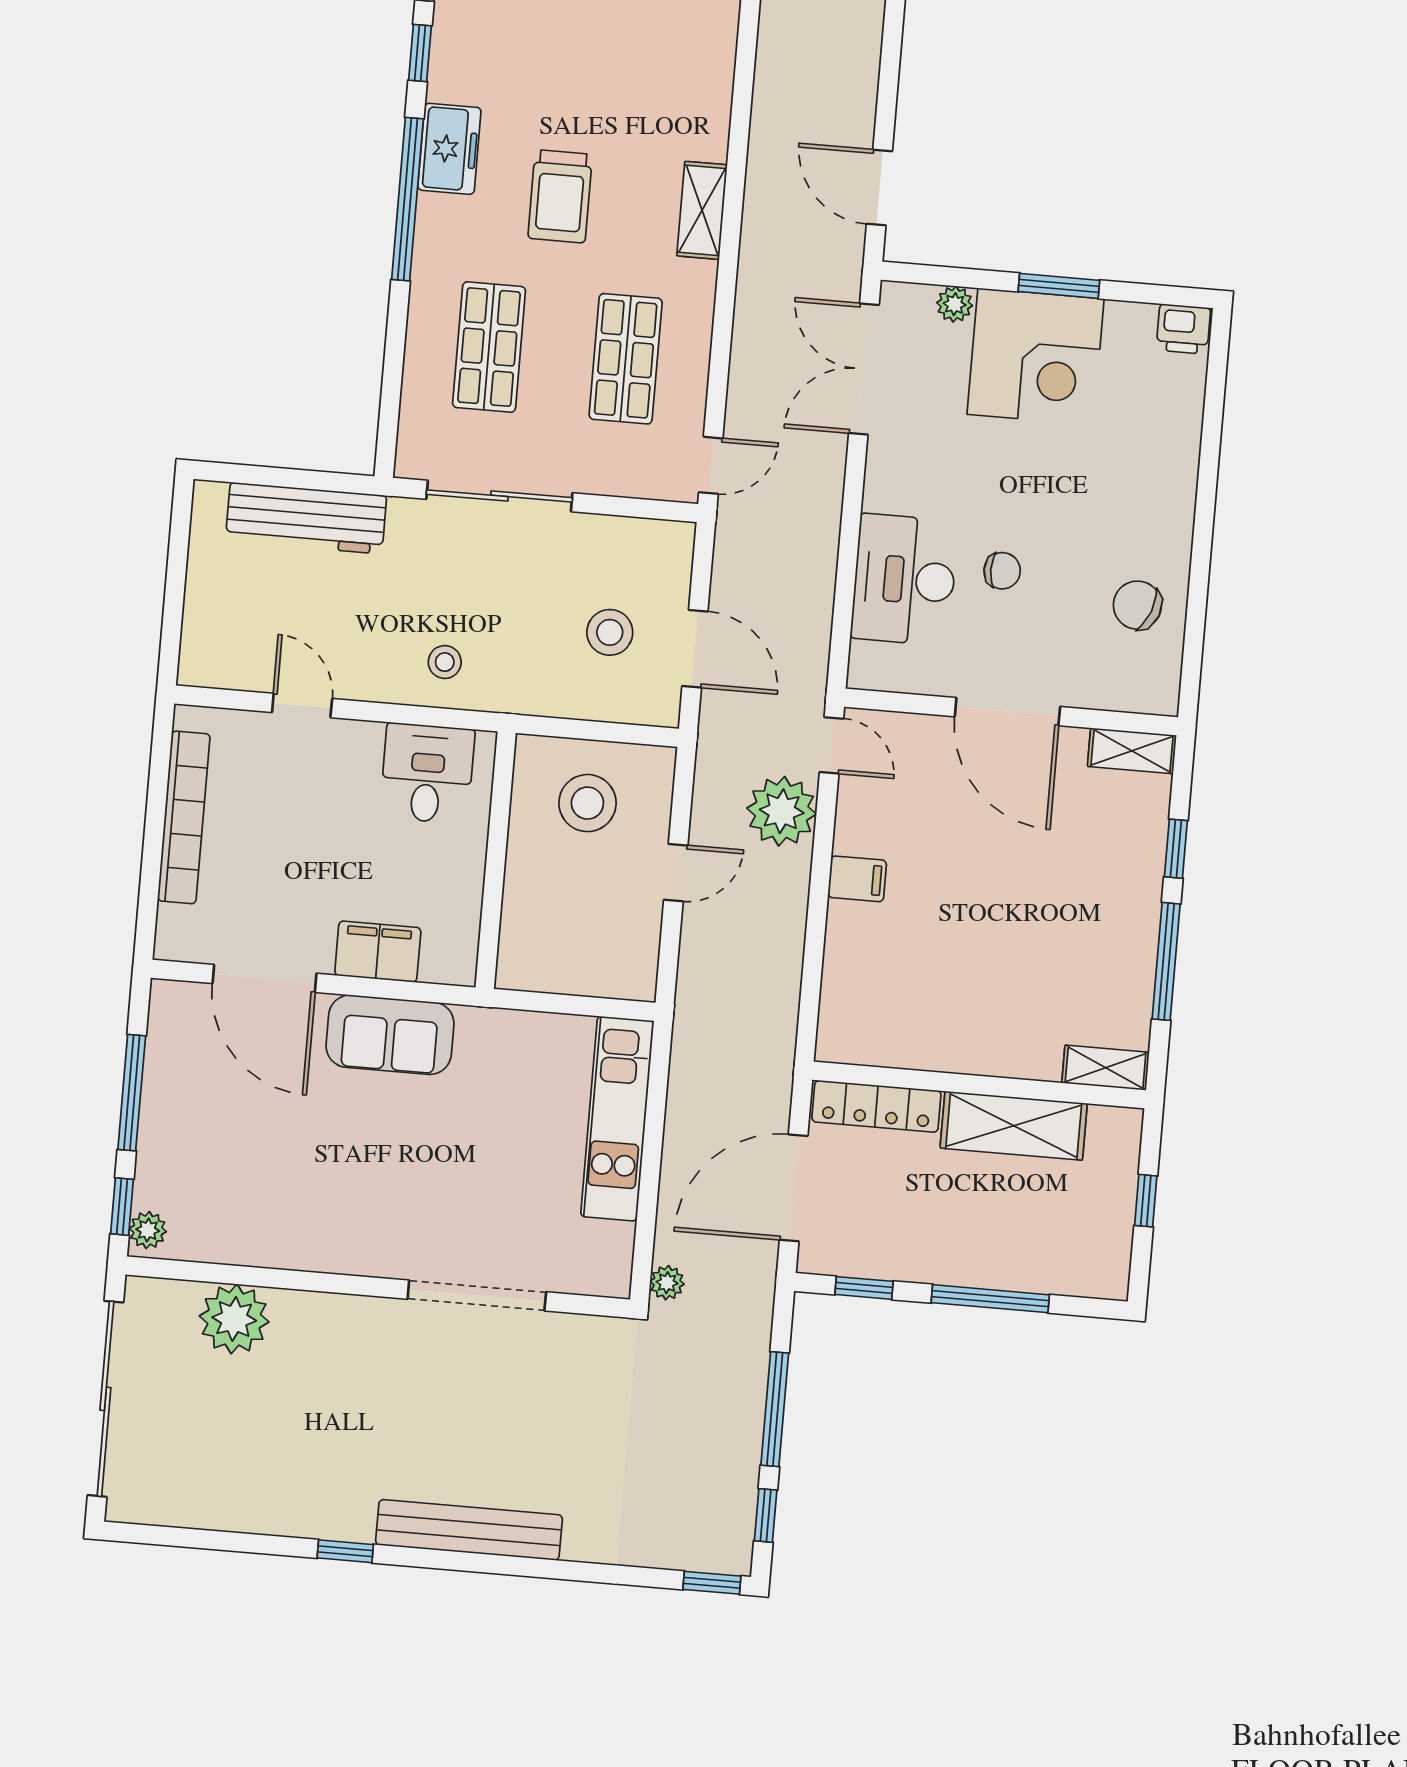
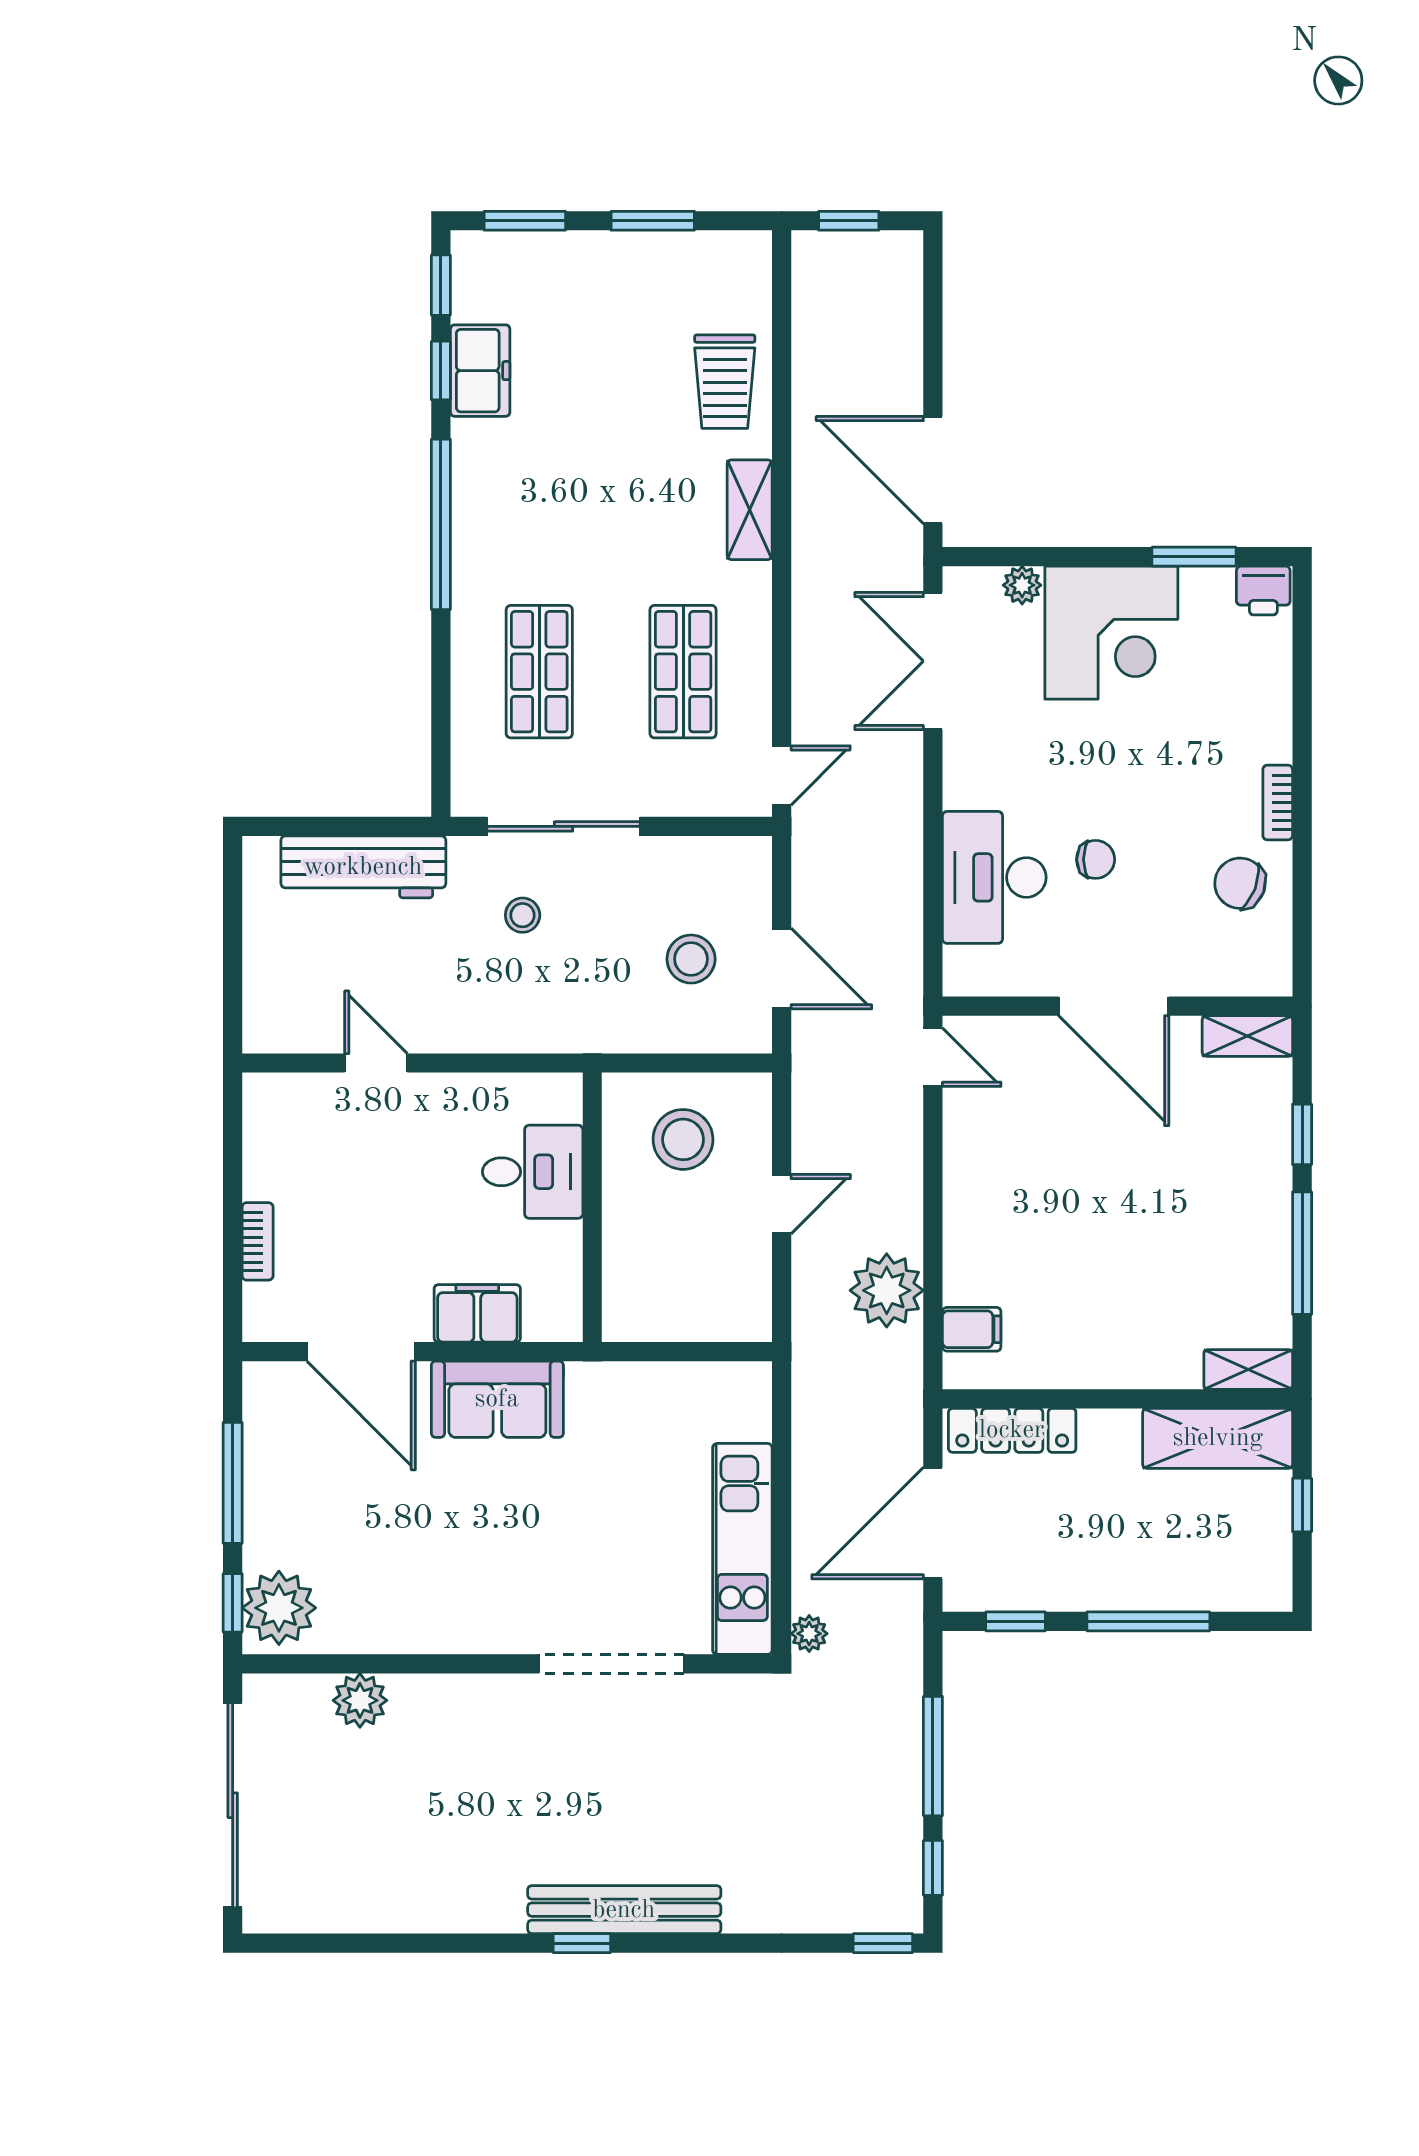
freezer: (449, 149) -> (480, 371), moved
door: (879, 188) -> (933, 470), width x1.36
trolley: (560, 196) -> (725, 382), moved
window: (1059, 286) -> (1194, 557), moved
bookcase: (1180, 531) -> (1278, 803), added
stool: (445, 662) -> (523, 915), moved
desk: (427, 773) -> (533, 1172), moved, turned 90
plant: (782, 811) -> (887, 1290), moved
bookcase: (184, 817) -> (258, 1241), width x0.43, depth x0.76
filing cabinet: (857, 879) -> (972, 1329), moved
kitchen unit: (617, 1119) -> (742, 1549), moved
shelving: (1014, 1126) -> (1218, 1438), moved
plant: (148, 1230) -> (279, 1608), width x1.88, depth x1.88
plant: (234, 1319) -> (360, 1700), width x0.73, depth x0.73
window: (345, 1551) -> (582, 1943), moved

